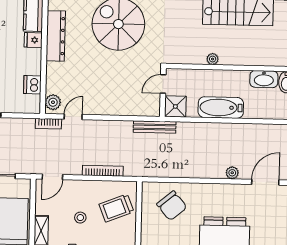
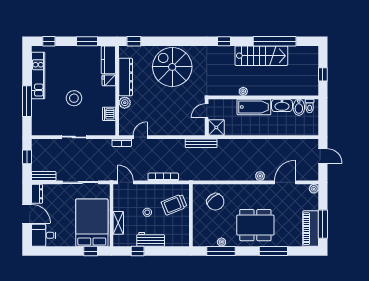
plant: (53, 102) -> (125, 103), moved
bathtub: (221, 108) -> (254, 107), moved, turned 180
door: (52, 177) -> (126, 182), swing flipped

